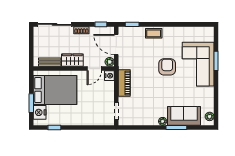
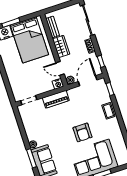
armchair: (167, 67) -> (83, 132), turned 90

